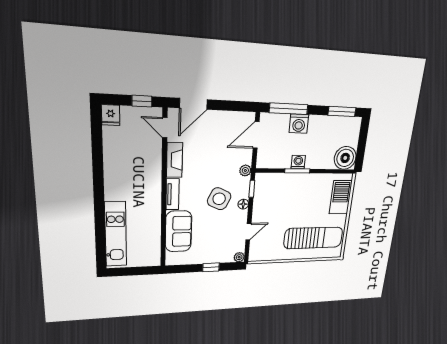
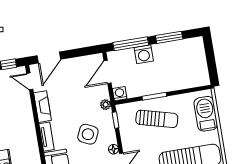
window: (342, 111) -> (169, 37), moved
boiler: (345, 158) -> (198, 76), removed
washing machine: (298, 162) -> (120, 94), moved
sun lounger: (293, 195) -> (157, 119), added
floor lamp: (243, 204) -> (113, 149), moved

